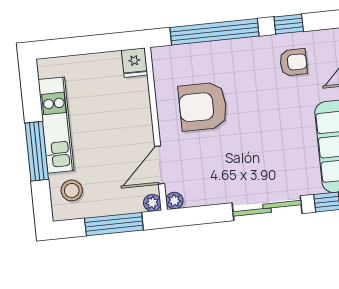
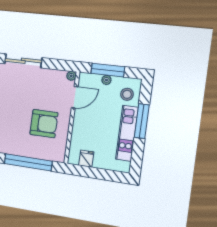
fridge: (134, 63) -> (86, 159), moved
plant: (152, 203) -> (106, 80), moved

